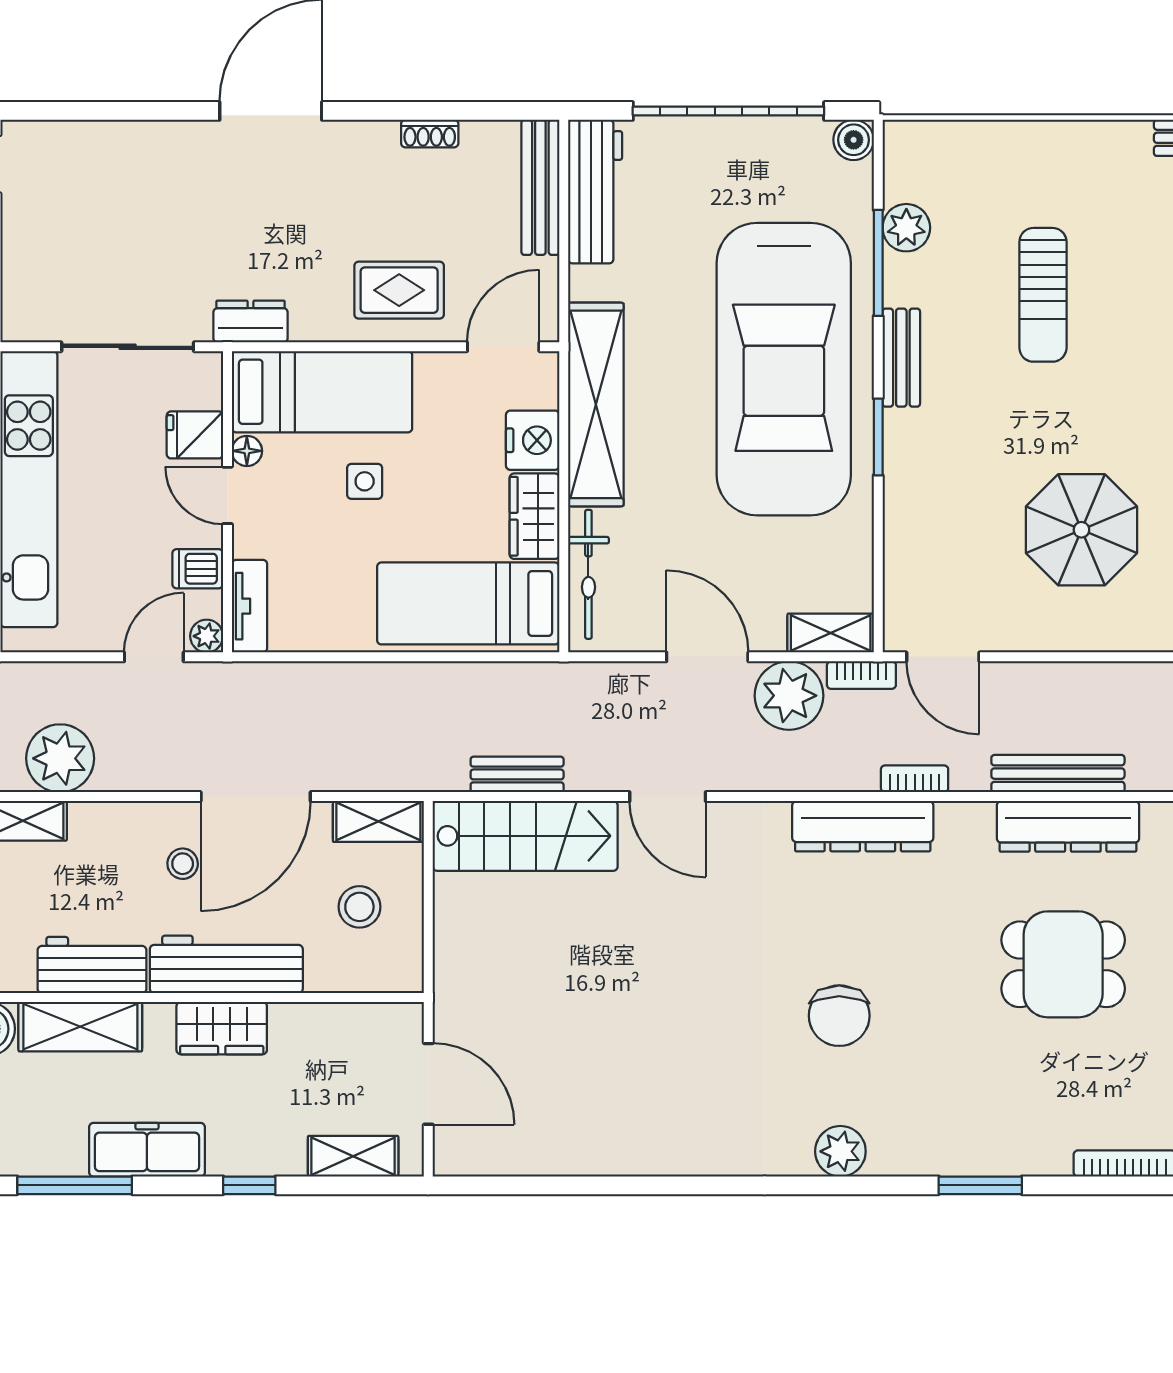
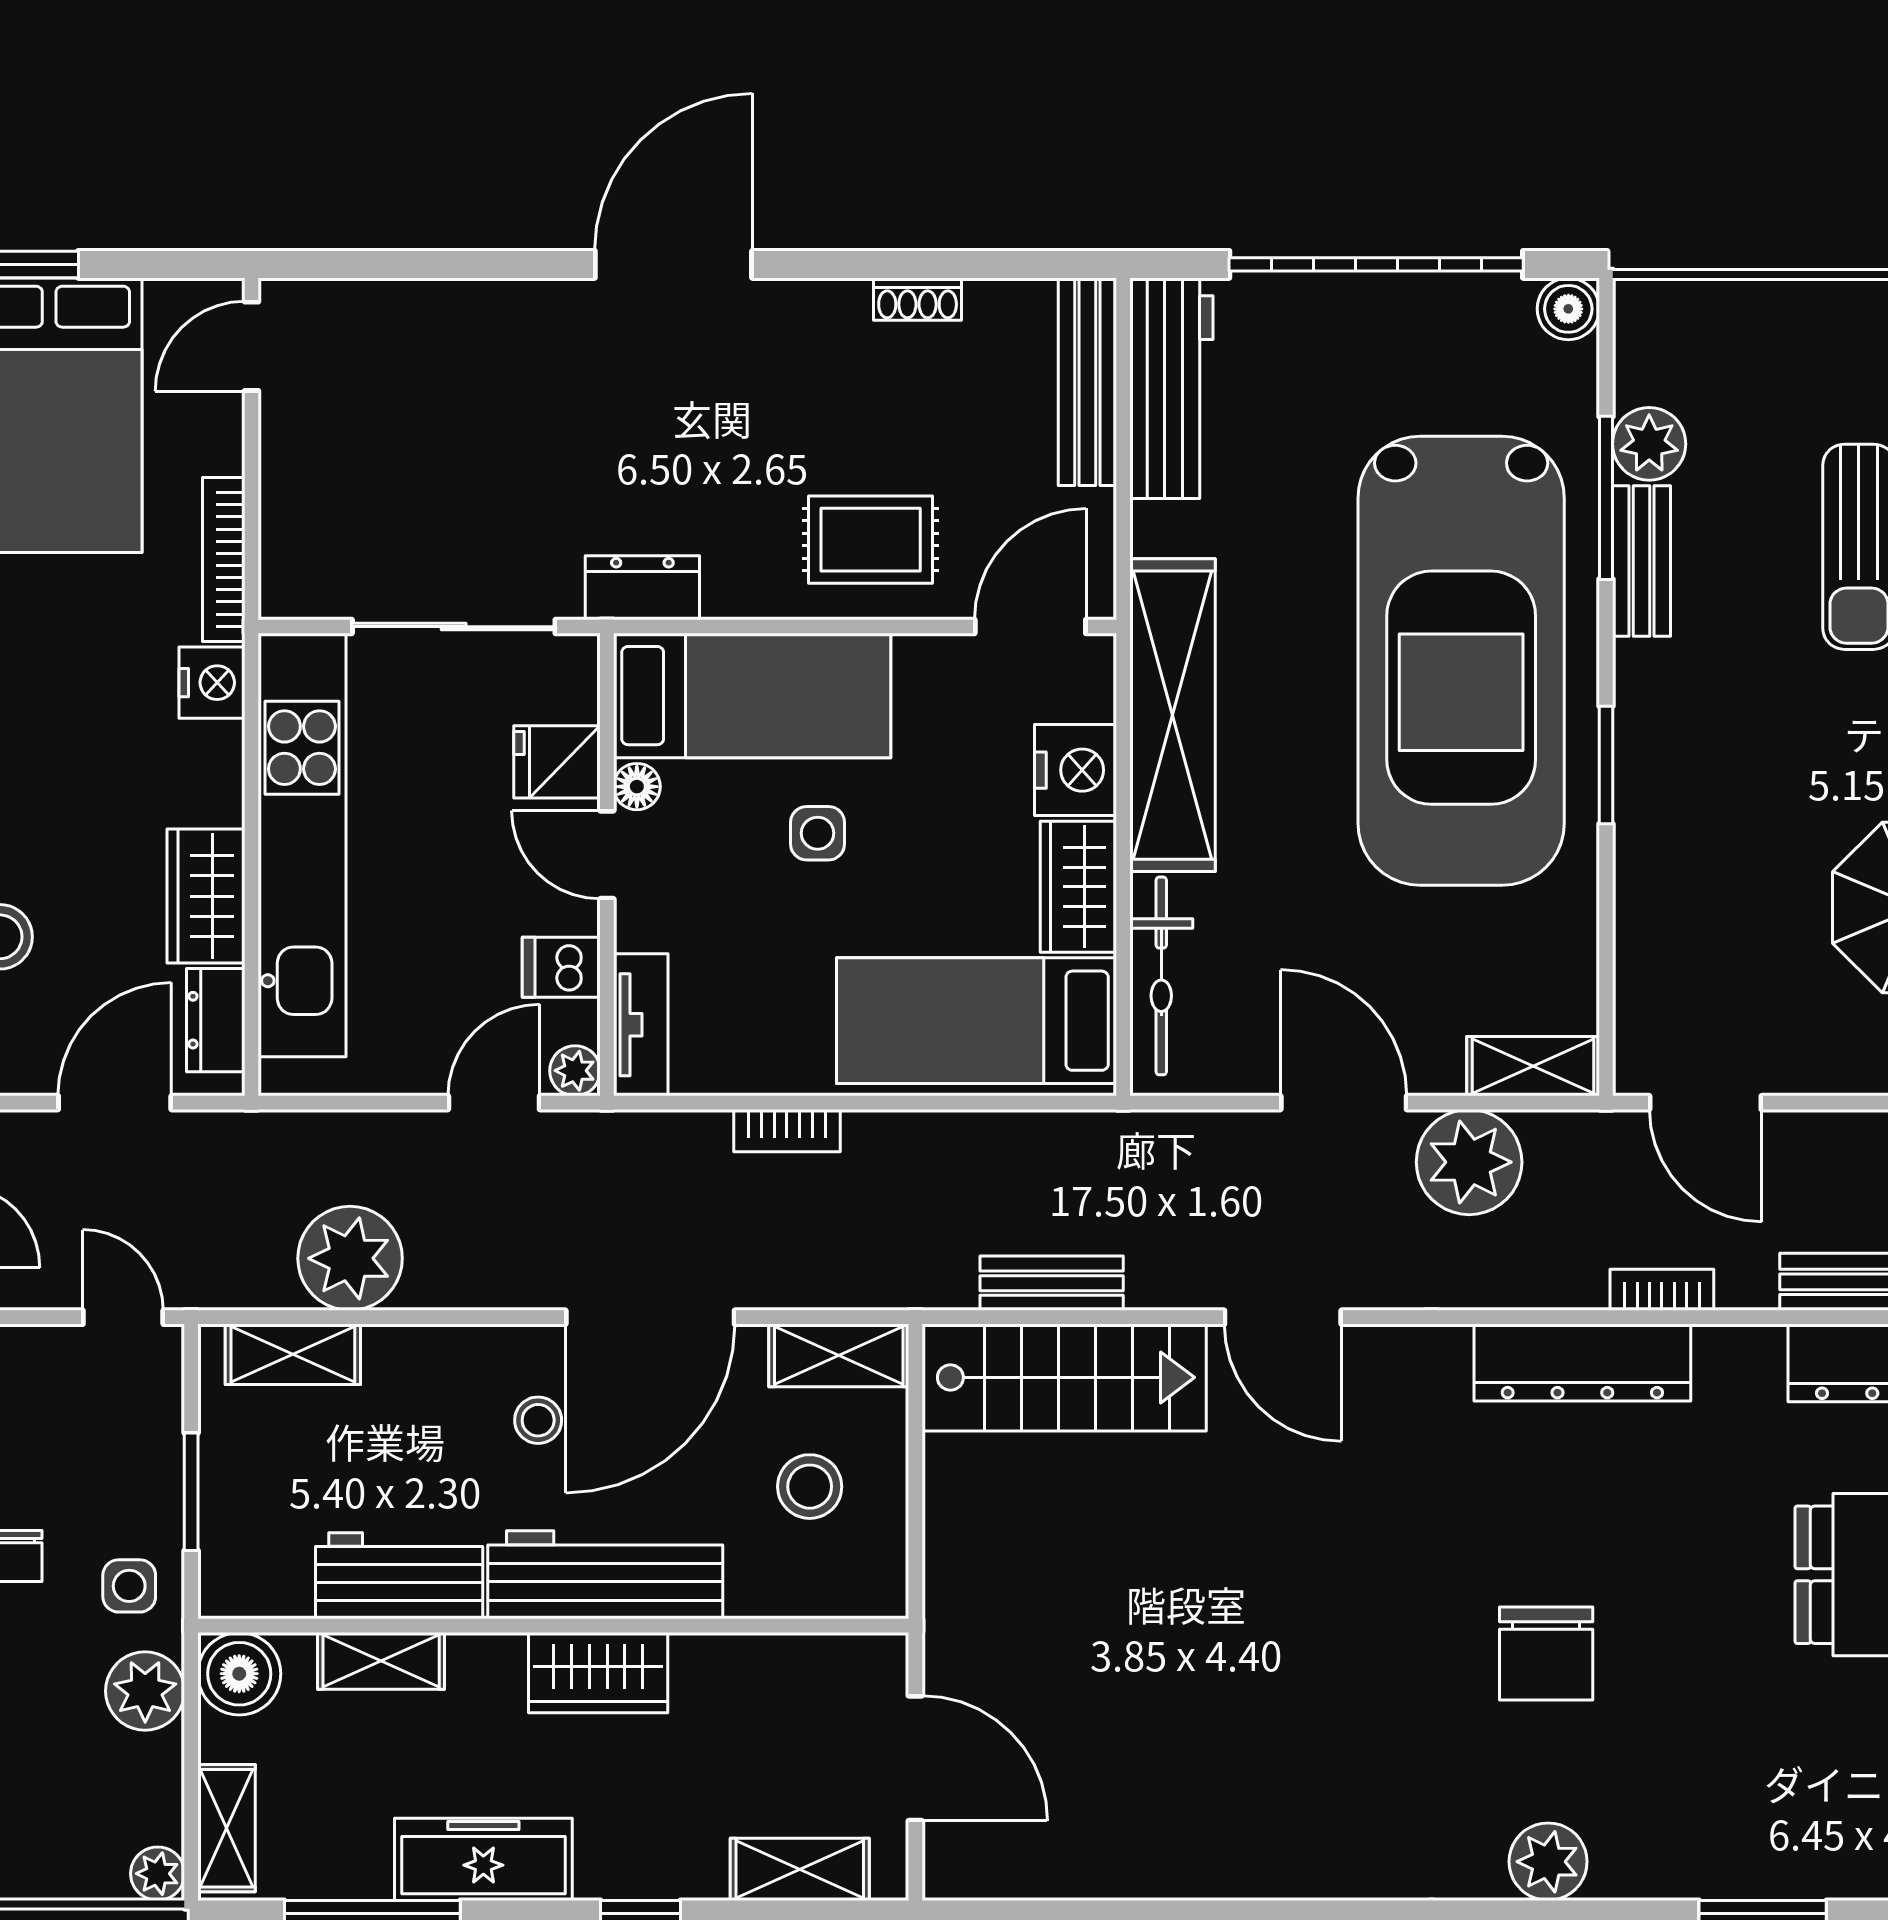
bench: (901, 358) -> (1641, 561), moved
bookcase: (861, 675) -> (787, 1131), moved
shelving: (80, 1027) -> (381, 1661), width x0.67, depth x0.75

